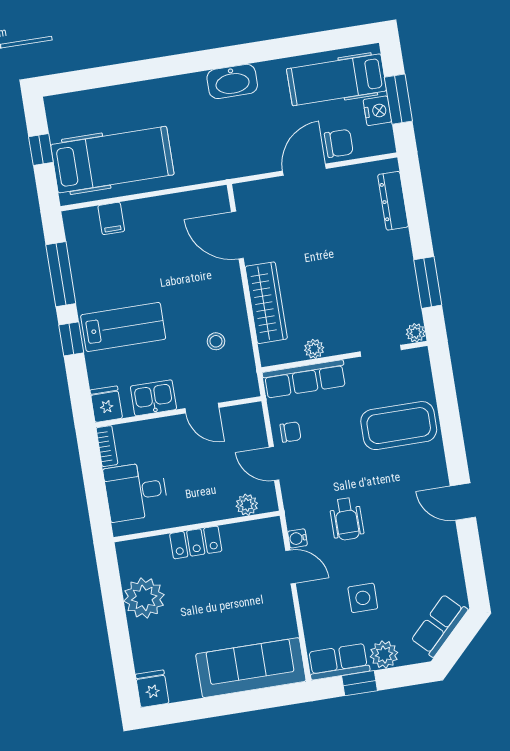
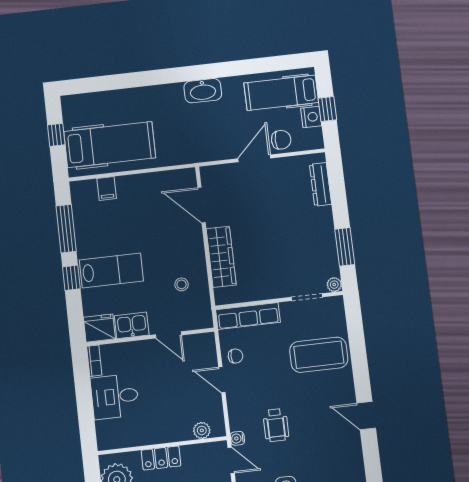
window: (398, 99) -> (327, 109), width x0.67
plant: (314, 349) -> (256, 293), removed
fridge: (106, 404) -> (99, 328), width x1.38
plant: (247, 505) -> (202, 430), moved
wall: (197, 526) -> (162, 446), moved
locker: (196, 542) -> (161, 458), moved

